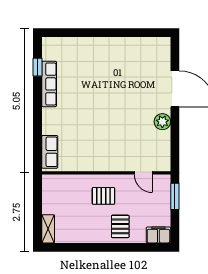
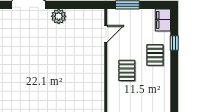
pallet: (120, 226) -> (155, 55), turned 90
window: (133, 247) -> (174, 43), added

